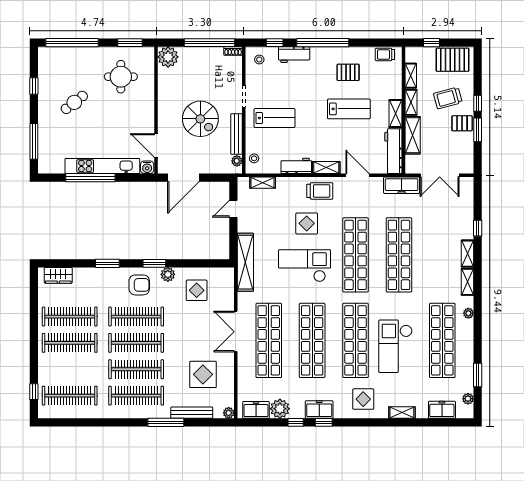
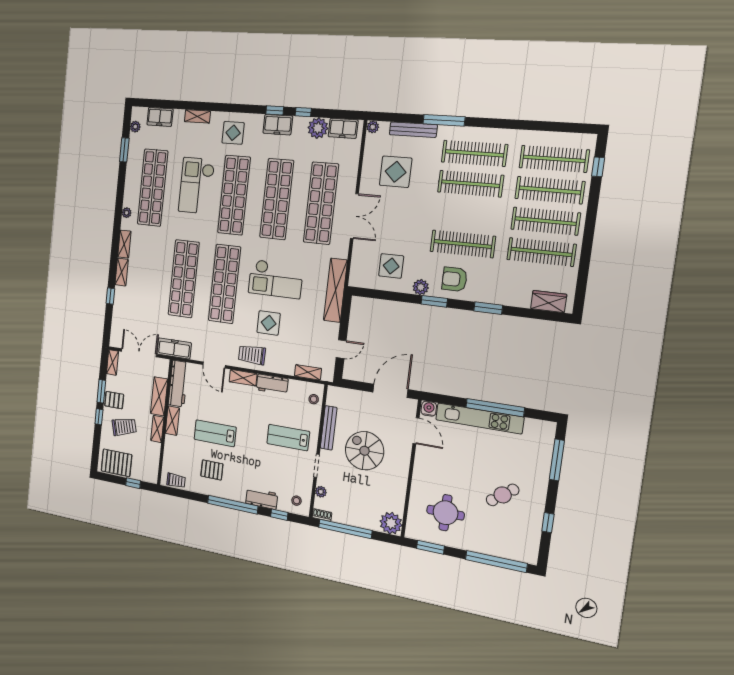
shelving: (411, 76) -> (113, 362), moved
plant: (237, 161) -> (321, 492), moved
clothes rail: (136, 343) -> (550, 190), moved
checkout: (395, 346) -> (196, 186), turned 180

